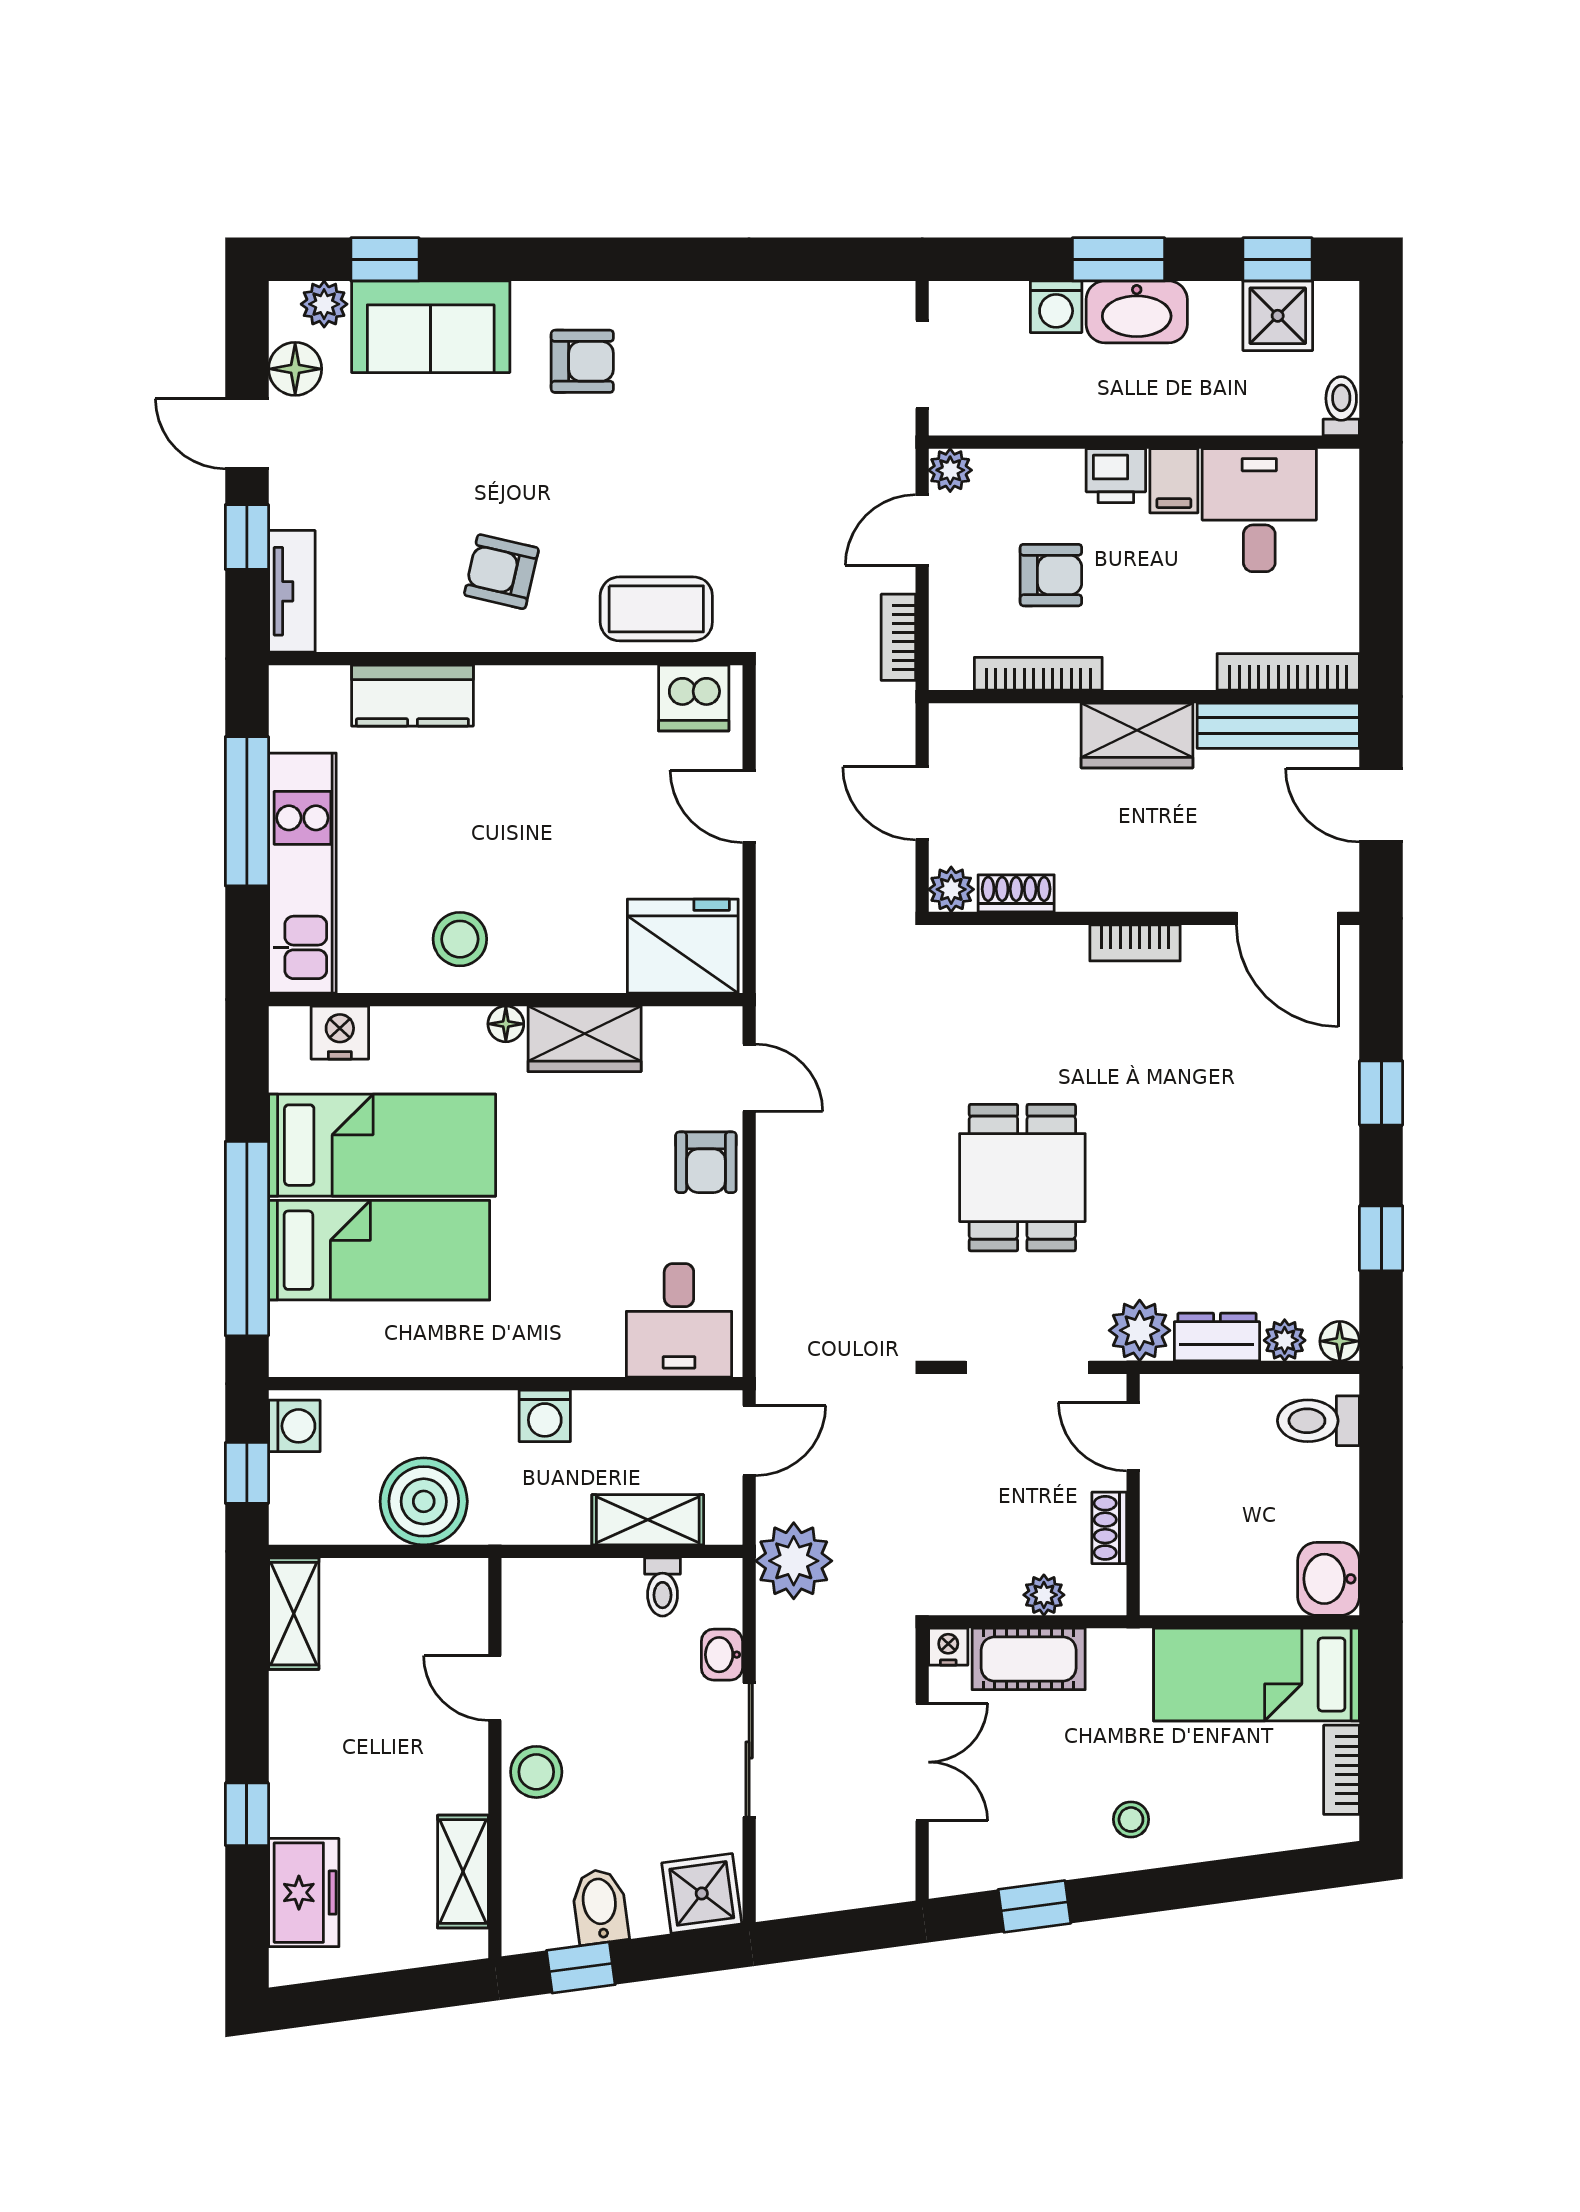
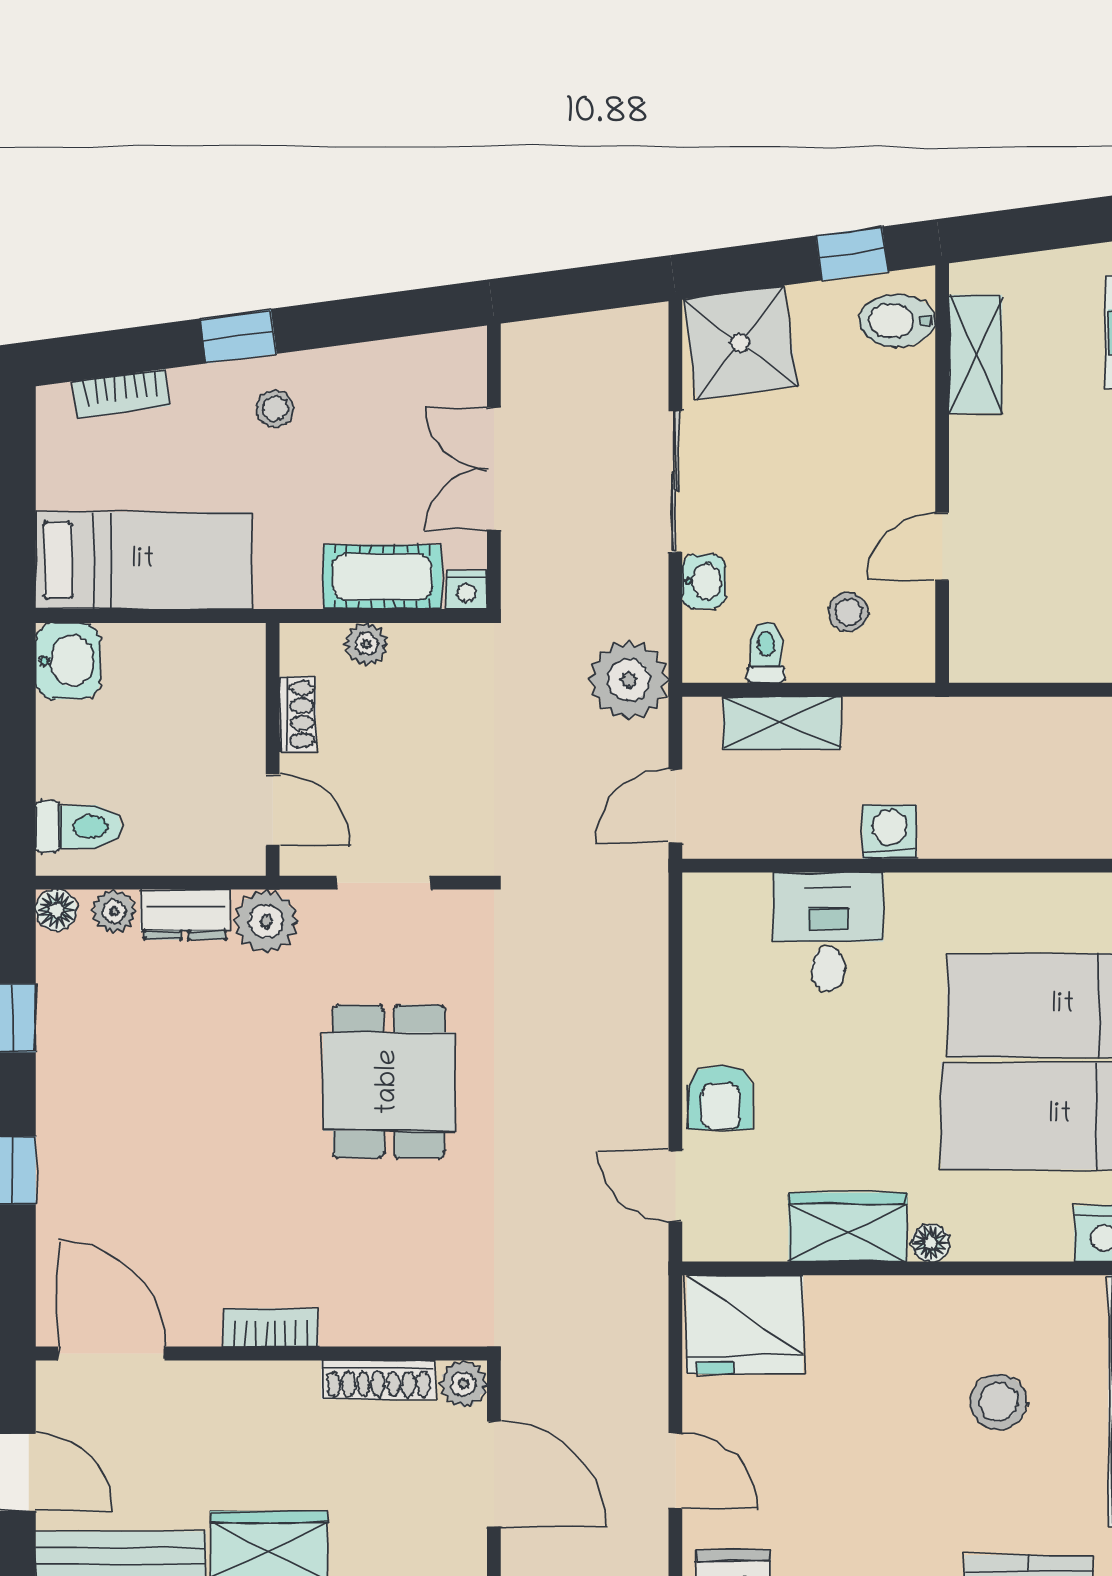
door: (922, 803) -> (494, 1474), width x1.38
shoe rack: (1016, 893) -> (378, 1380), width x1.43
stool: (460, 939) -> (998, 1402), moved
armchair: (706, 1162) -> (721, 1098), turned 180
desk: (679, 1320) -> (828, 932), moved
doorway: (1028, 1367) -> (384, 883), width x0.73
boiler: (424, 1501) -> (1017, 742), removed
door: (495, 1688) -> (942, 547), swing flipped
bookcase: (1342, 1770) -> (121, 394), moved, turned 82
stool: (536, 1772) -> (848, 612), moved, width x0.73, depth x0.73
shower: (702, 1893) -> (740, 343), width x1.36, depth x1.36
bidet: (600, 1906) -> (897, 321), moved, turned 98
window: (1034, 1906) -> (238, 336), moved

